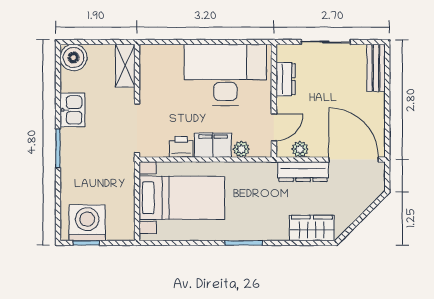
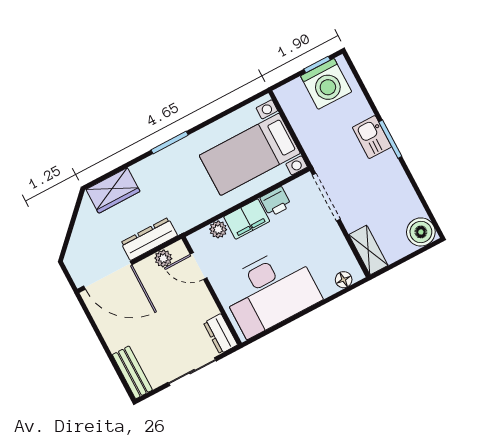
floor lamp: (159, 52) -> (344, 280), added
dresser: (286, 79) -> (220, 334), moved
kitchen sink: (72, 110) -> (372, 137), moved
door: (274, 127) -> (198, 266), hinge flipped

